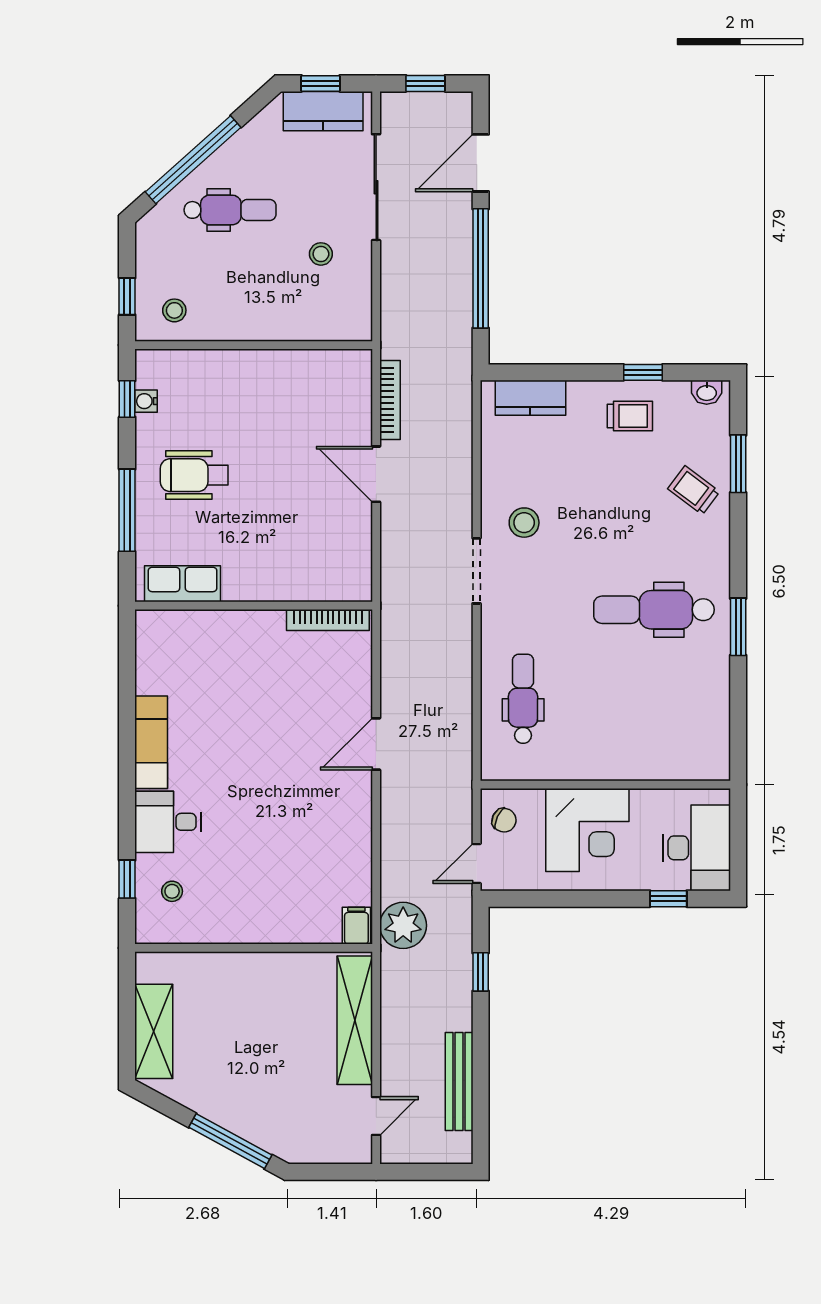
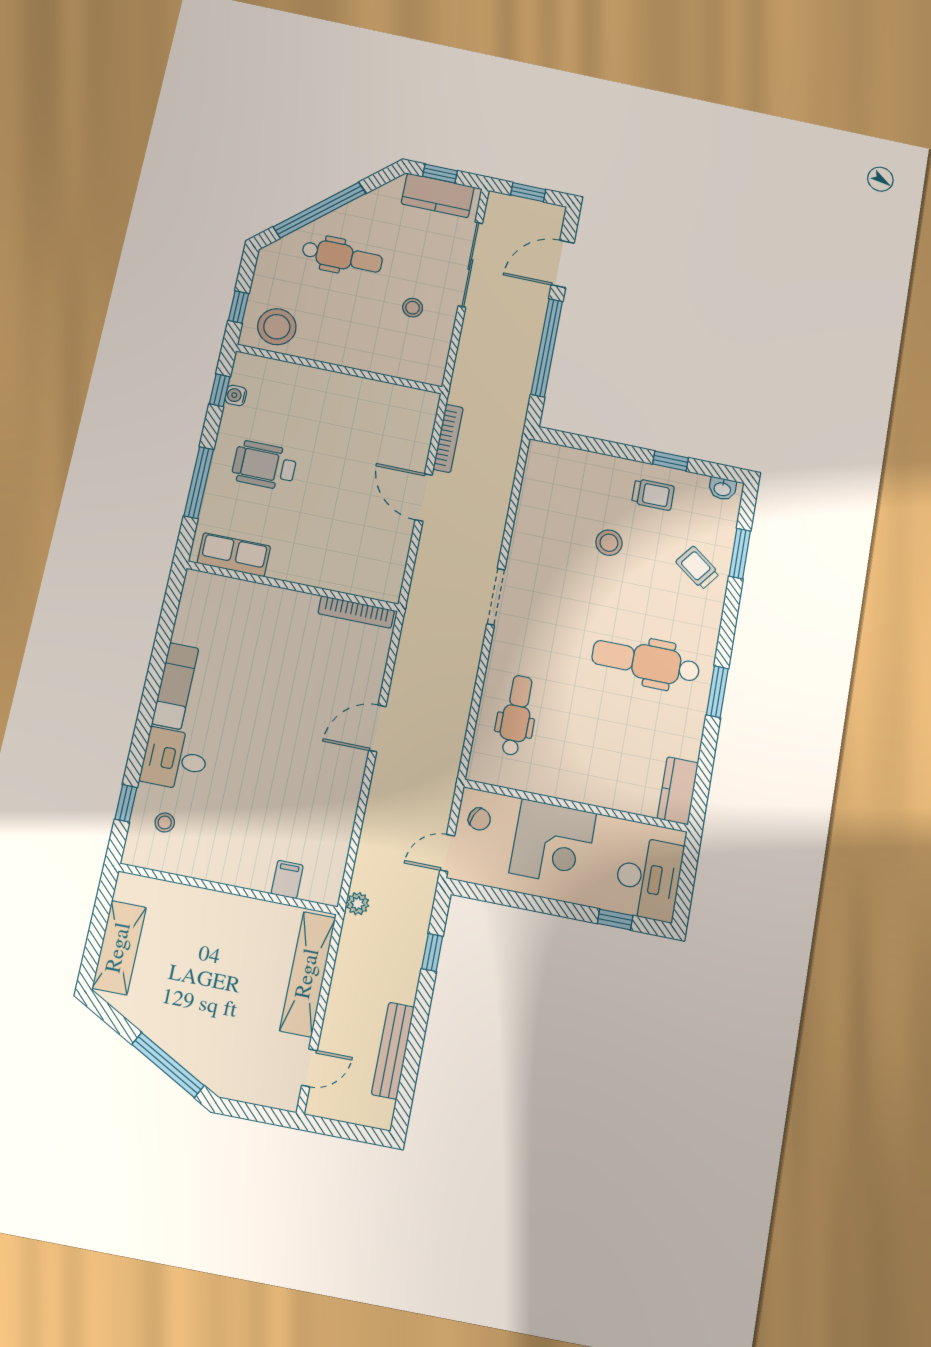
stool: (174, 310) -> (277, 327), width x1.89, depth x1.89
kitchen counter: (530, 398) -> (678, 791), moved, turned 90
stool: (524, 523) -> (609, 543), moved
plant: (403, 925) -> (358, 904), width x0.53, depth x0.53
filing cabinet: (356, 926) -> (287, 879), moved

